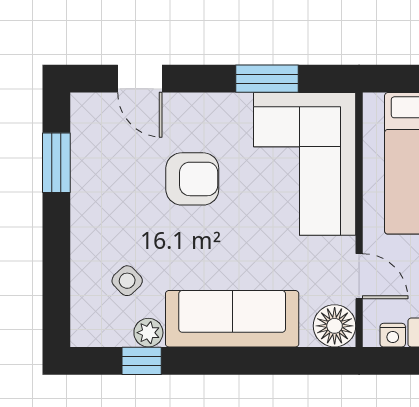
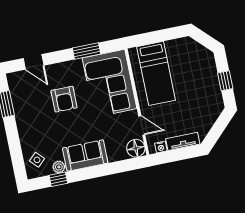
armchair: (192, 179) -> (64, 99), turned 90
side table: (127, 281) -> (37, 160), moved
sofa: (232, 319) -> (85, 155), width x0.73

